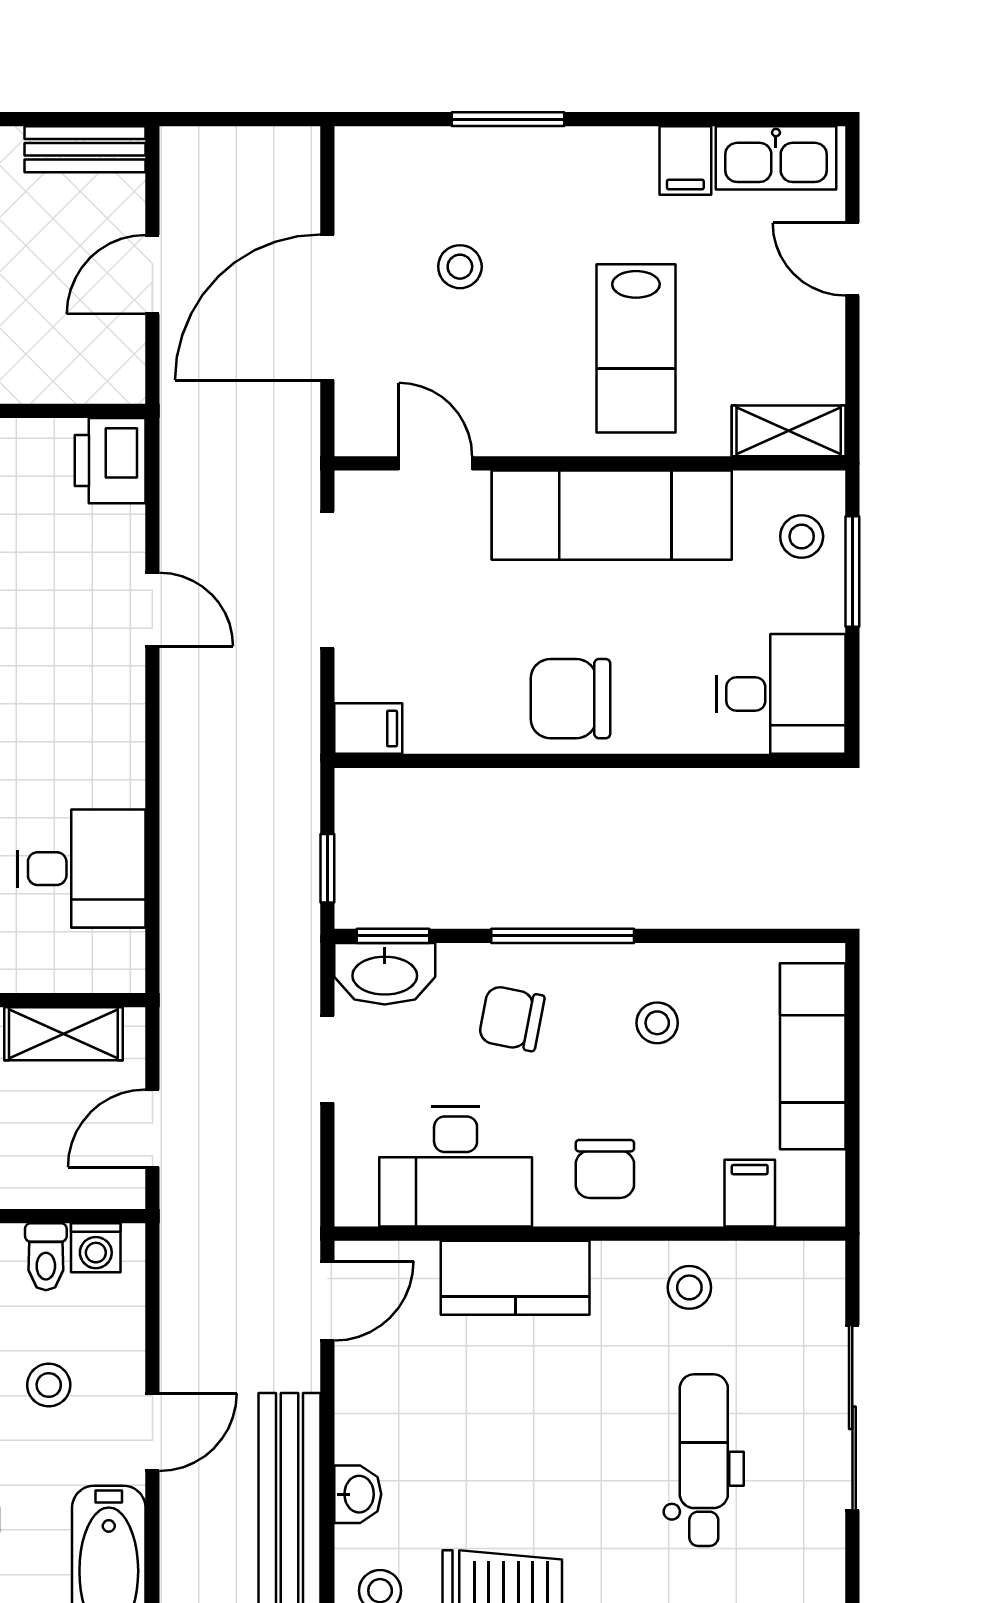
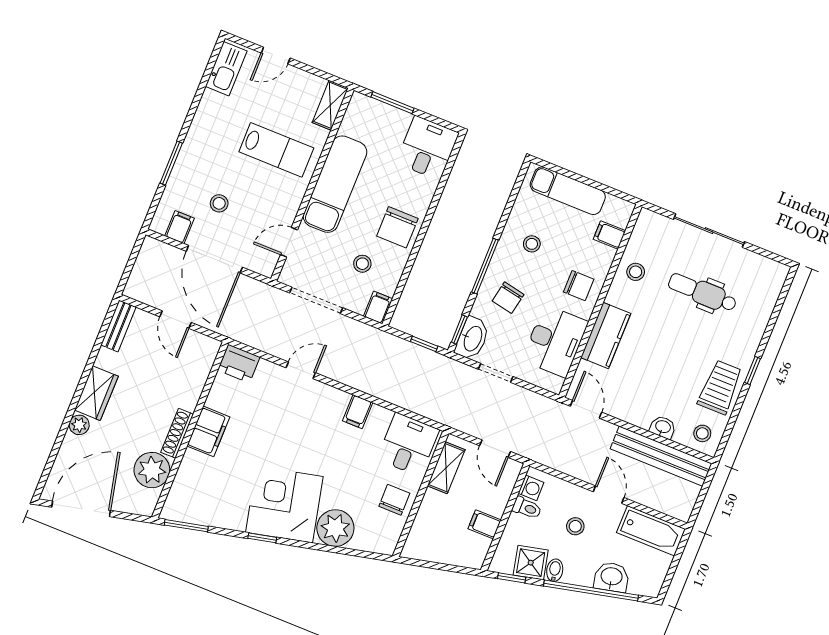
filing cabinet: (685, 160) -> (180, 227), moved, turned -90
stool: (802, 536) -> (362, 264), moved
filing cabinet: (110, 778) -> (358, 412), added
desk: (82, 869) -> (408, 444), moved

